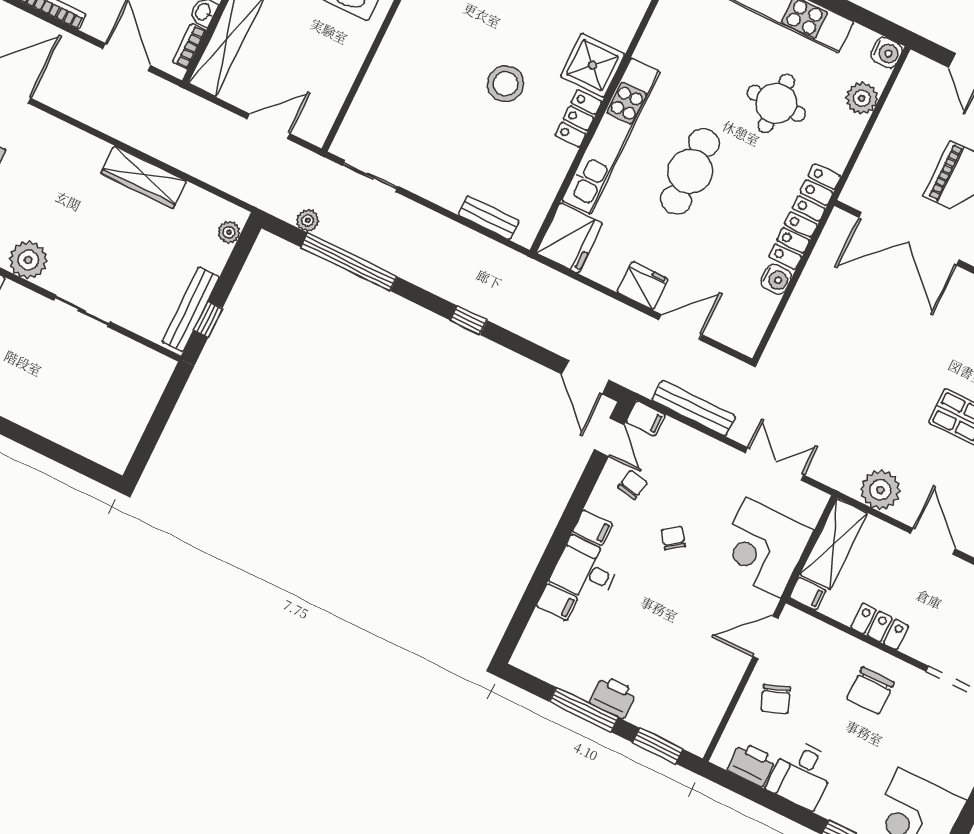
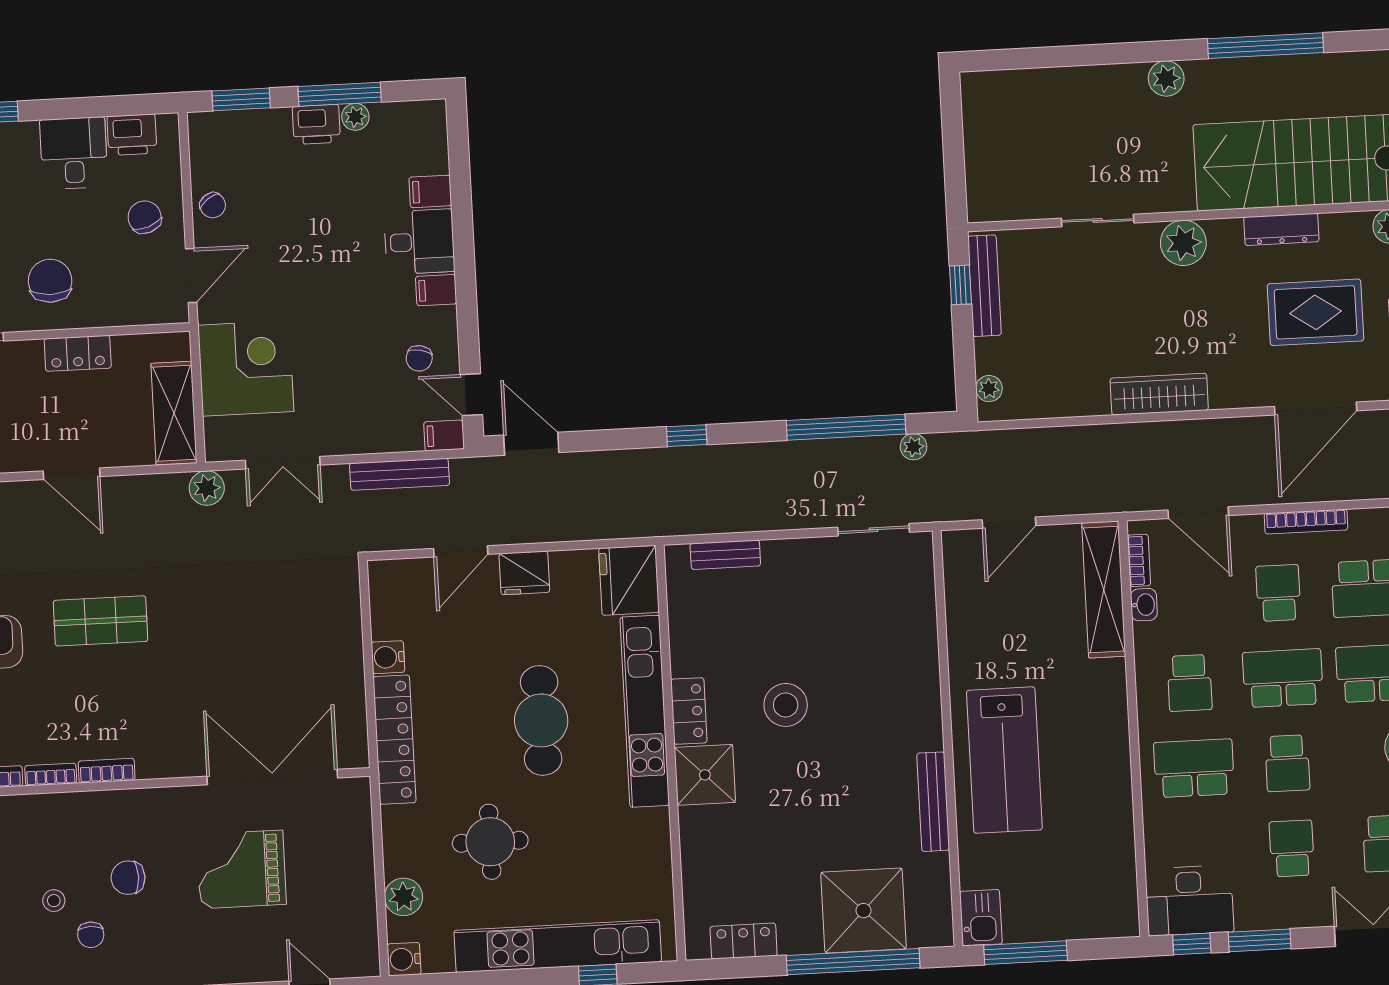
wardrobe: (144, 177) -> (1159, 394), moved
plant: (880, 490) -> (207, 488), moved, width x0.73, depth x0.73
chair: (673, 538) -> (213, 205), moved
filing cabinet: (807, 594) -> (173, 346), removed
plant: (581, 687) -> (355, 117), added

